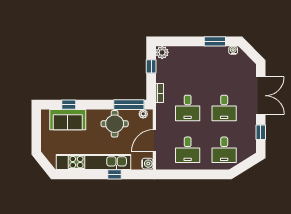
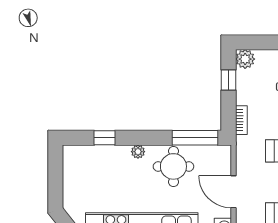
plant: (143, 114) -> (138, 152), moved
sofa: (68, 120) -> (103, 160), removed
door: (154, 140) -> (233, 192), hinge flipped

